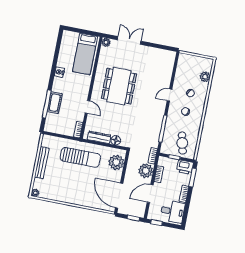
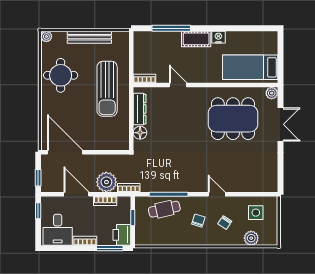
side table: (188, 70) -> (256, 213), added
dining table: (119, 86) -> (233, 119), moved
cot: (55, 103) -> (196, 39), moved
door: (87, 107) -> (178, 85), swing flipped
cafe table: (182, 143) -> (164, 209), moved
plant: (116, 162) -> (110, 139), removed
round table: (64, 188) -> (61, 75), added
door: (119, 196) -> (65, 152), hinge flipped

